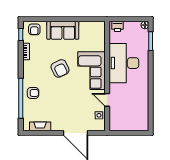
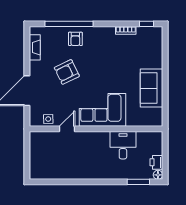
printer: (118, 26) -> (156, 162), moved
armchair: (34, 29) -> (153, 40), removed
sofa: (63, 30) -> (152, 88), moved
desk: (124, 63) -> (123, 145), width x0.53, depth x0.77
armchair: (60, 68) -> (67, 72), moved

